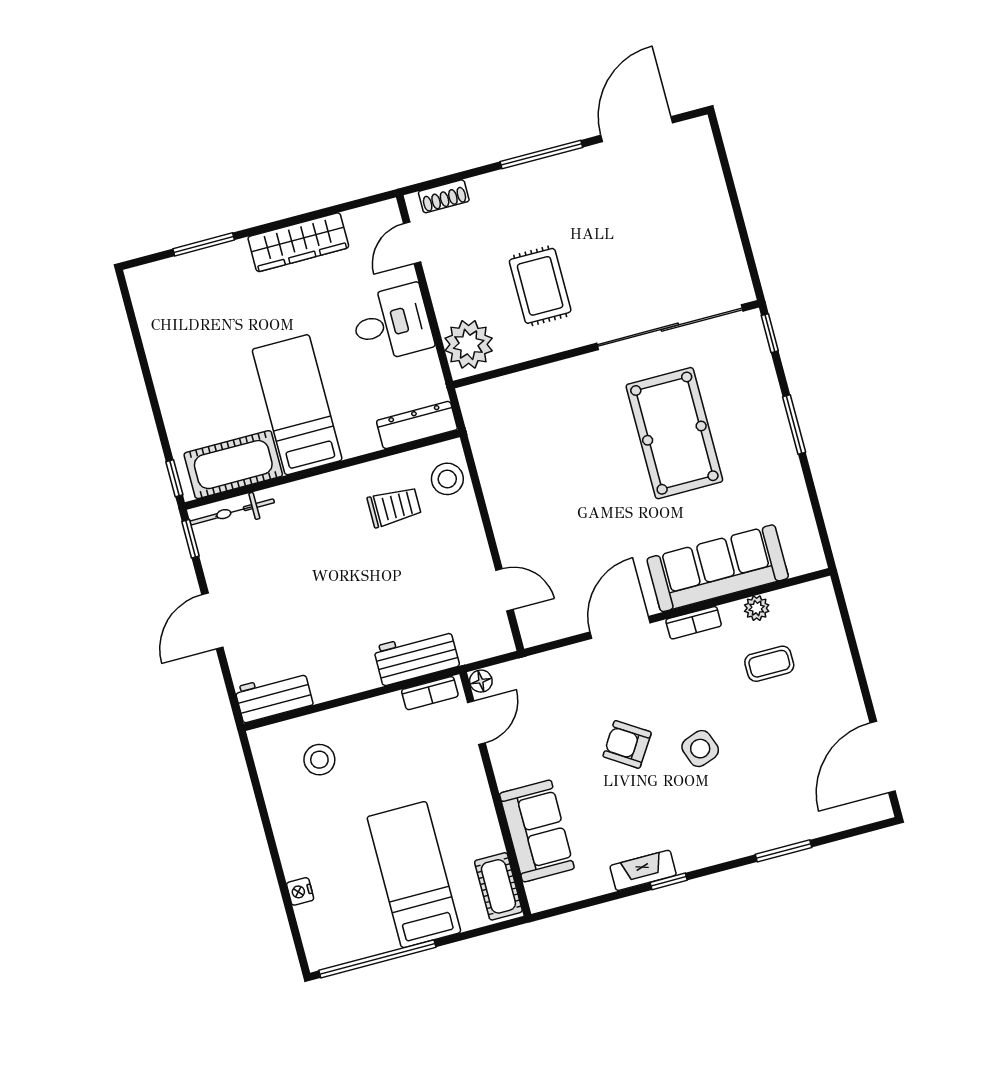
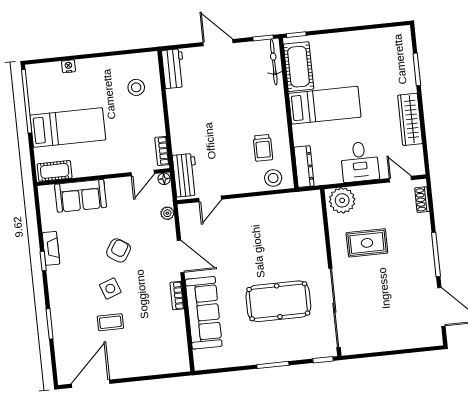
plant: (757, 608) -> (167, 213), moved
workbench: (416, 656) -> (185, 175), moved
coffee table: (769, 664) -> (110, 322), moved, turned 90
door: (476, 723) -> (143, 173), hinge flipped
door: (883, 757) -> (91, 384), hinge flipped

